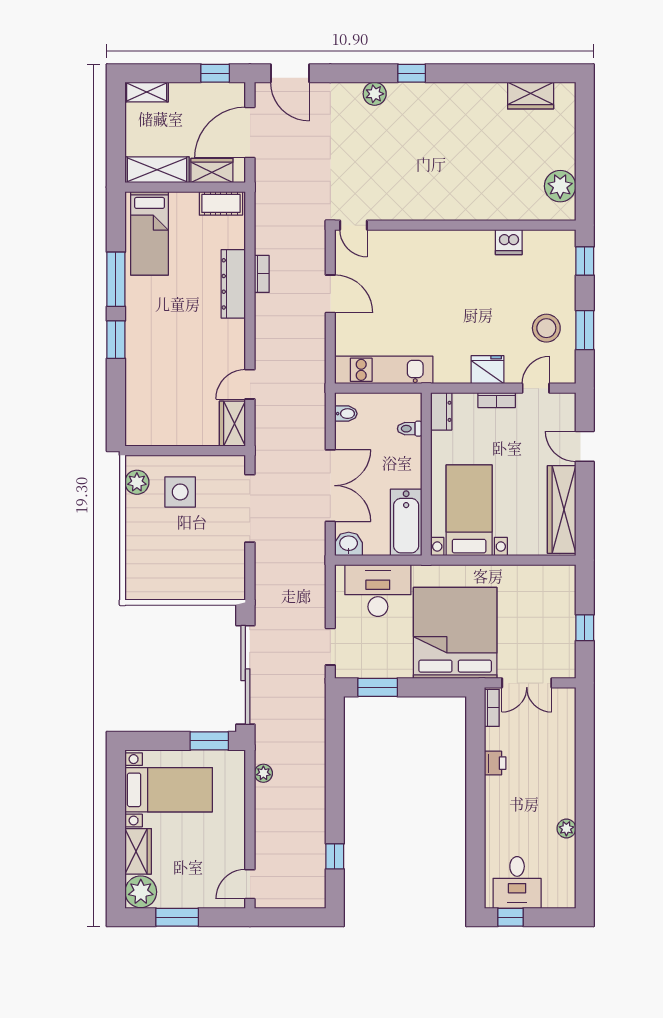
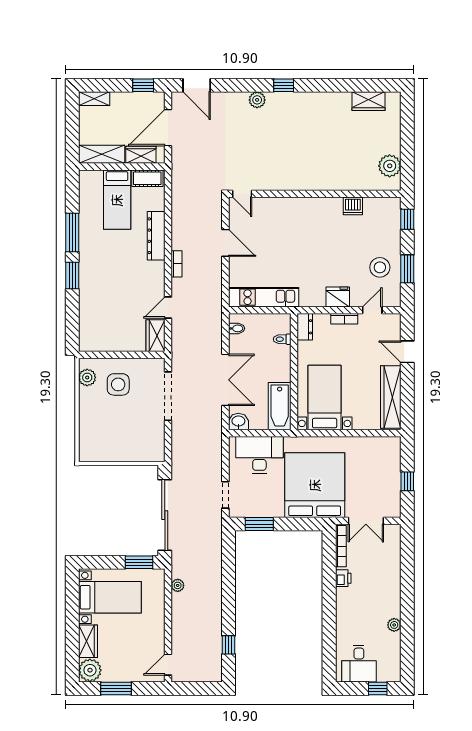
bed: (150, 233) -> (117, 200), moved
bookcase: (262, 274) -> (176, 264), moved
bookcase: (492, 708) -> (341, 546), width x1.56
window: (510, 917) -> (378, 688), moved

